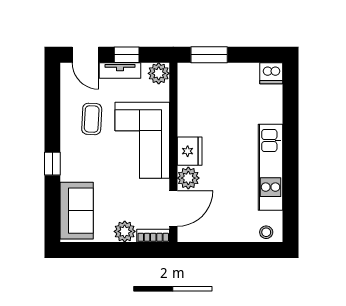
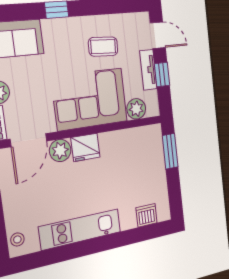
door: (85, 55) -> (158, 35), swing flipped
plant: (159, 73) -> (136, 109), moved
dishwasher: (271, 73) -> (147, 215), moved, turned 90
door: (173, 208) -> (29, 140), hinge flipped

